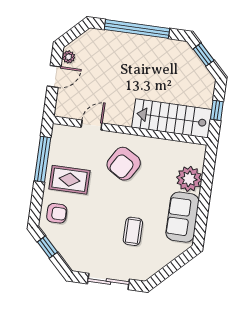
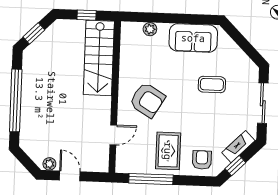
door: (92, 125) -> (113, 135), swing flipped
plant: (189, 179) -> (150, 29), width x0.53, depth x0.53
fireplace: (67, 252) -> (238, 147), added

